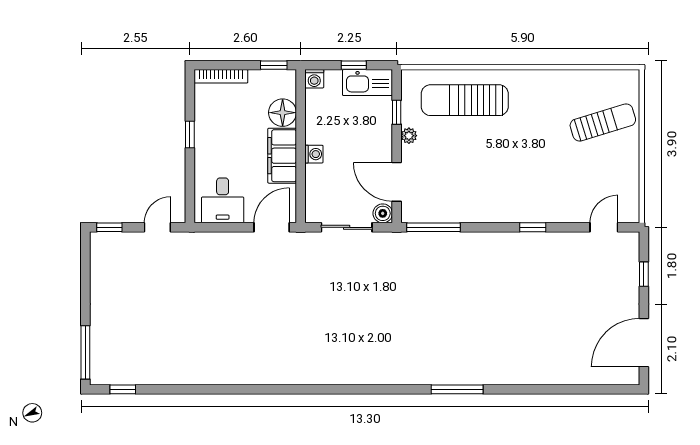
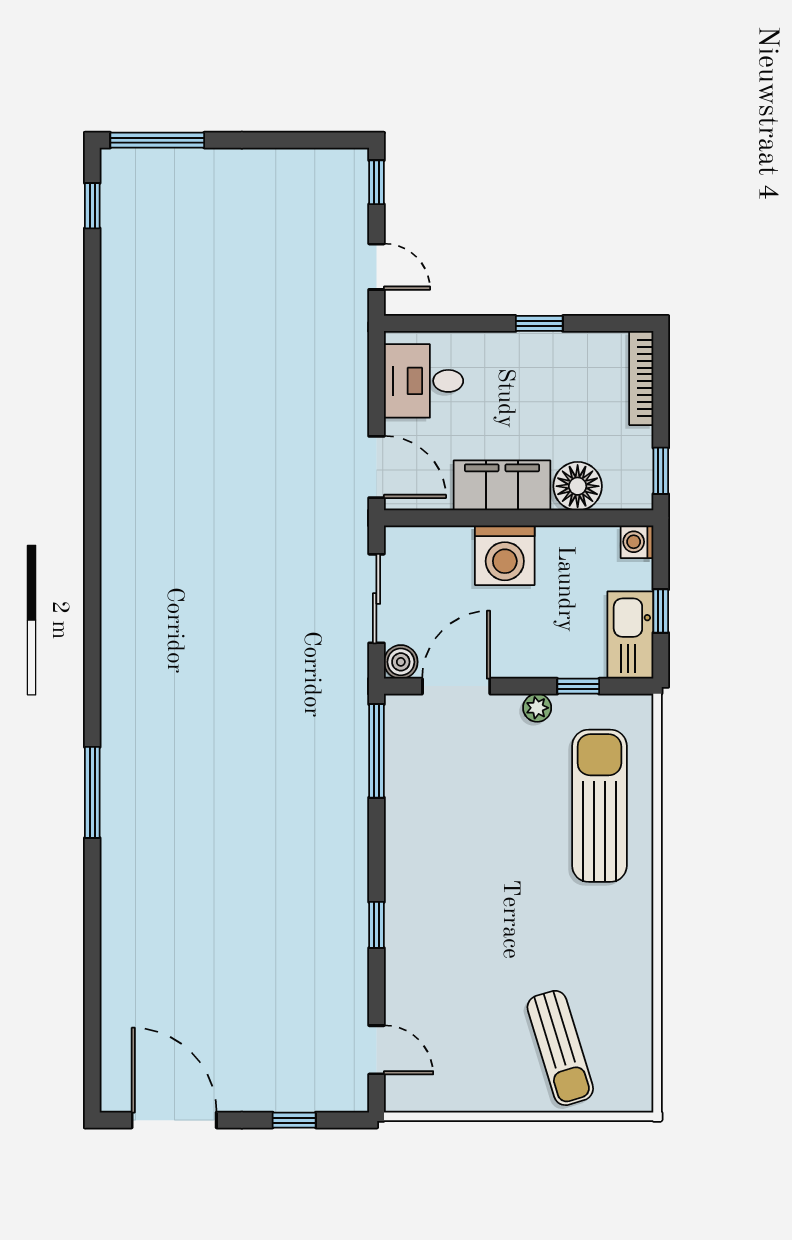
washing machine: (314, 154) -> (505, 555), width x1.89, depth x1.89

